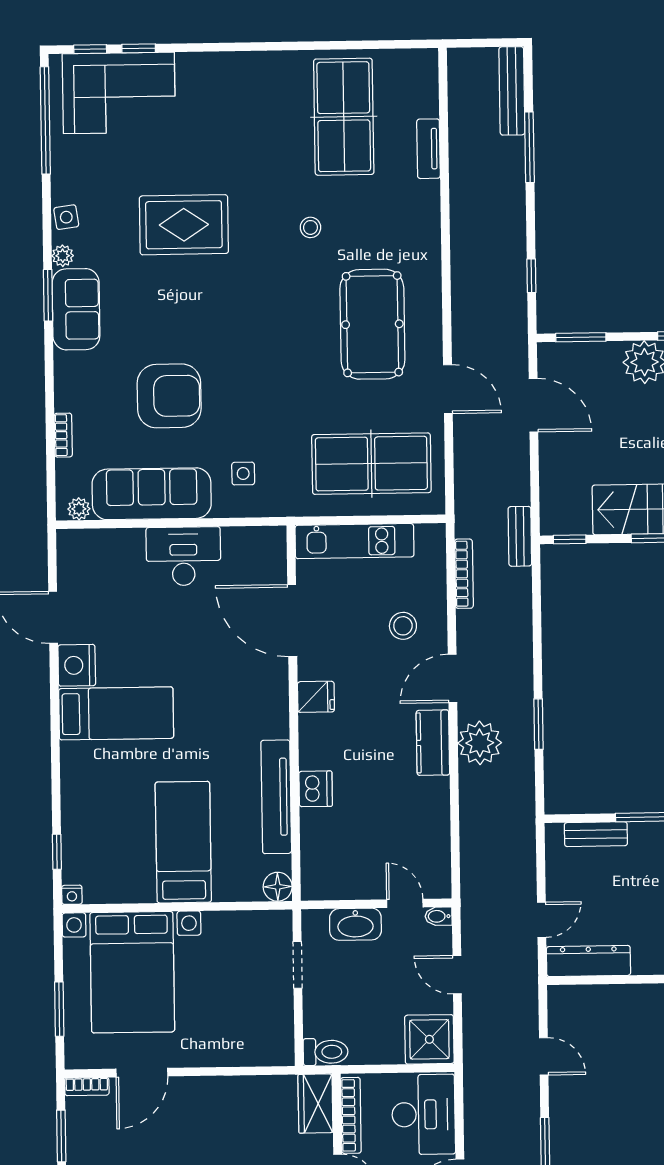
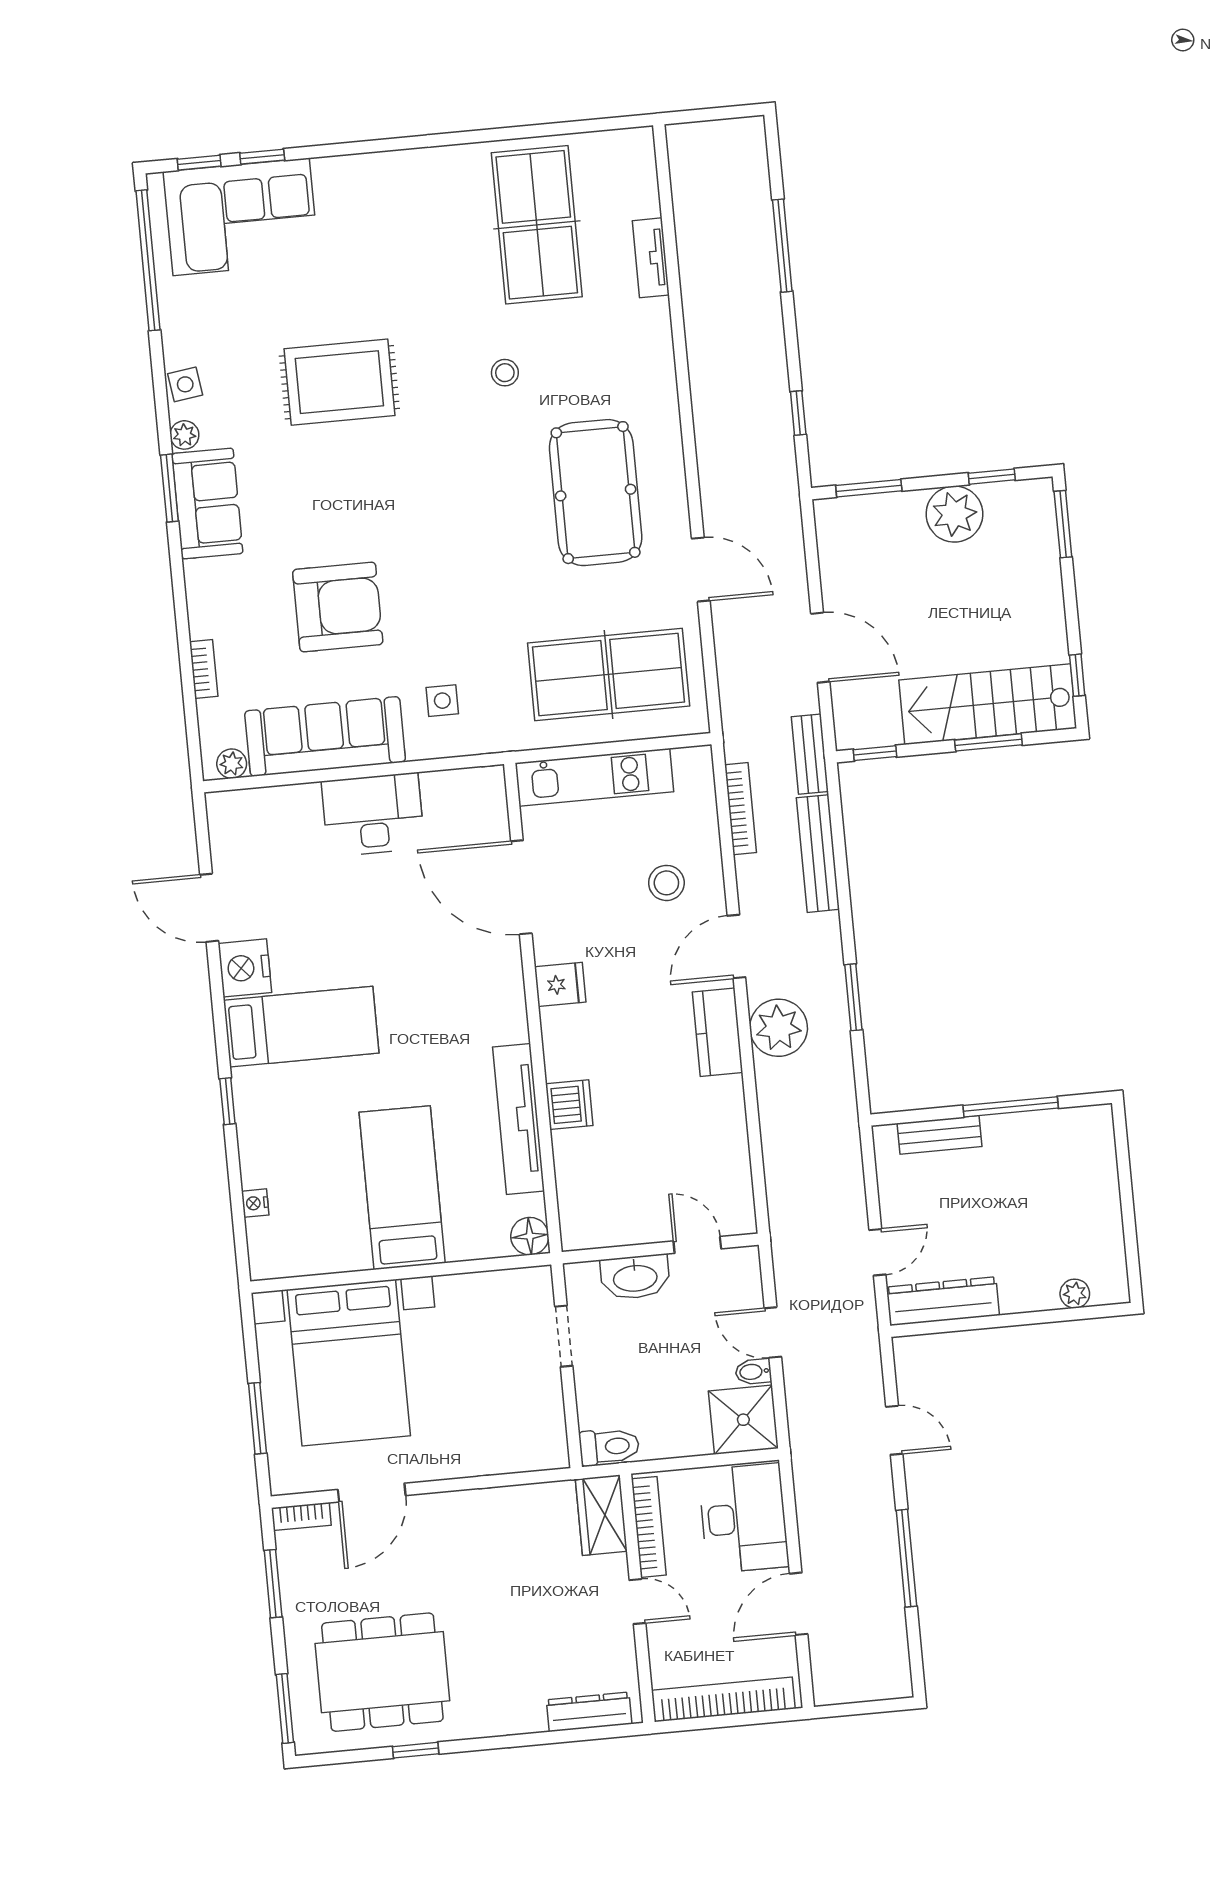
bench: (512, 91) -> (818, 854), moved
door: (534, 405) -> (820, 648), moved
window: (57, 852) -> (227, 1101), moved
nightstand: (72, 895) -> (255, 1203), moved, turned 90
bidet: (439, 916) -> (753, 1372), moved

